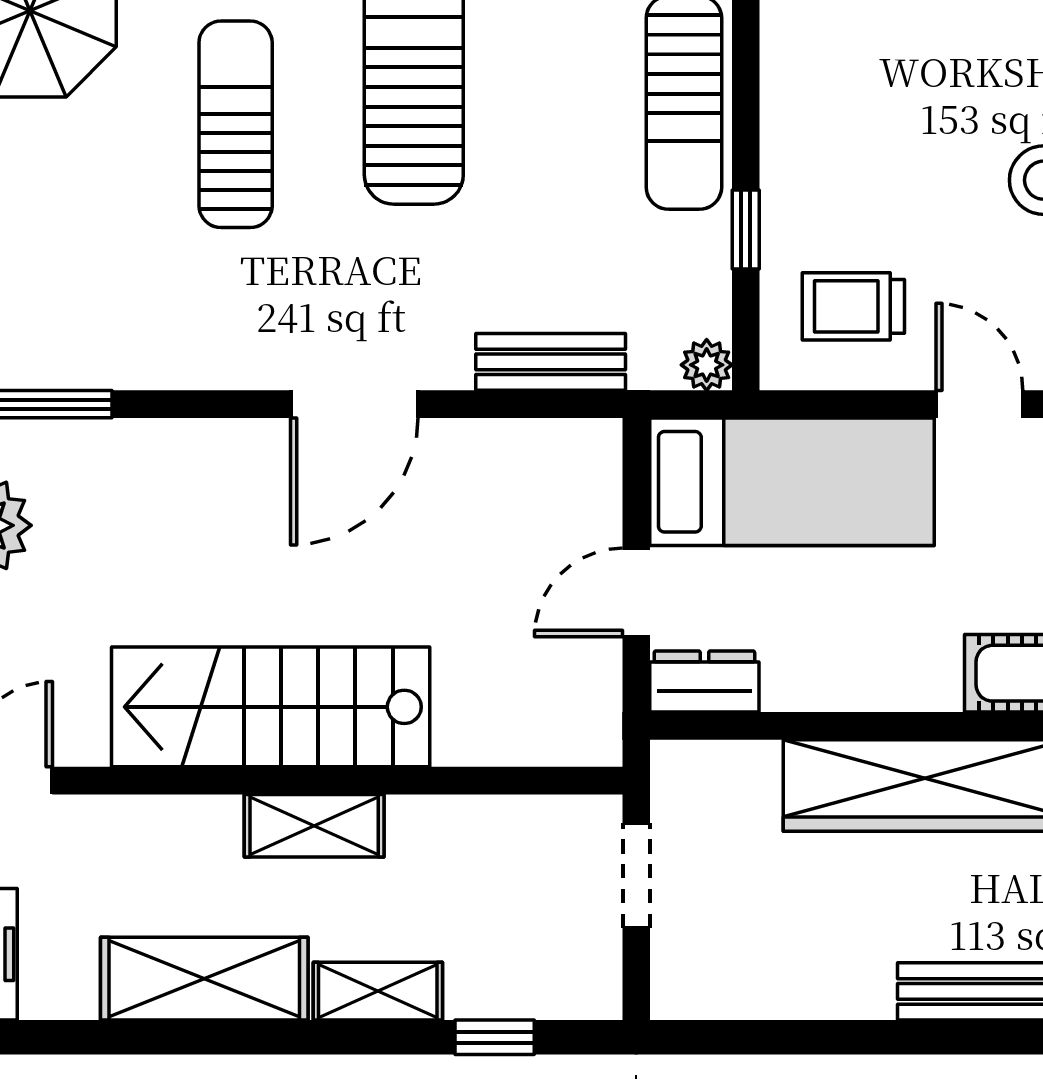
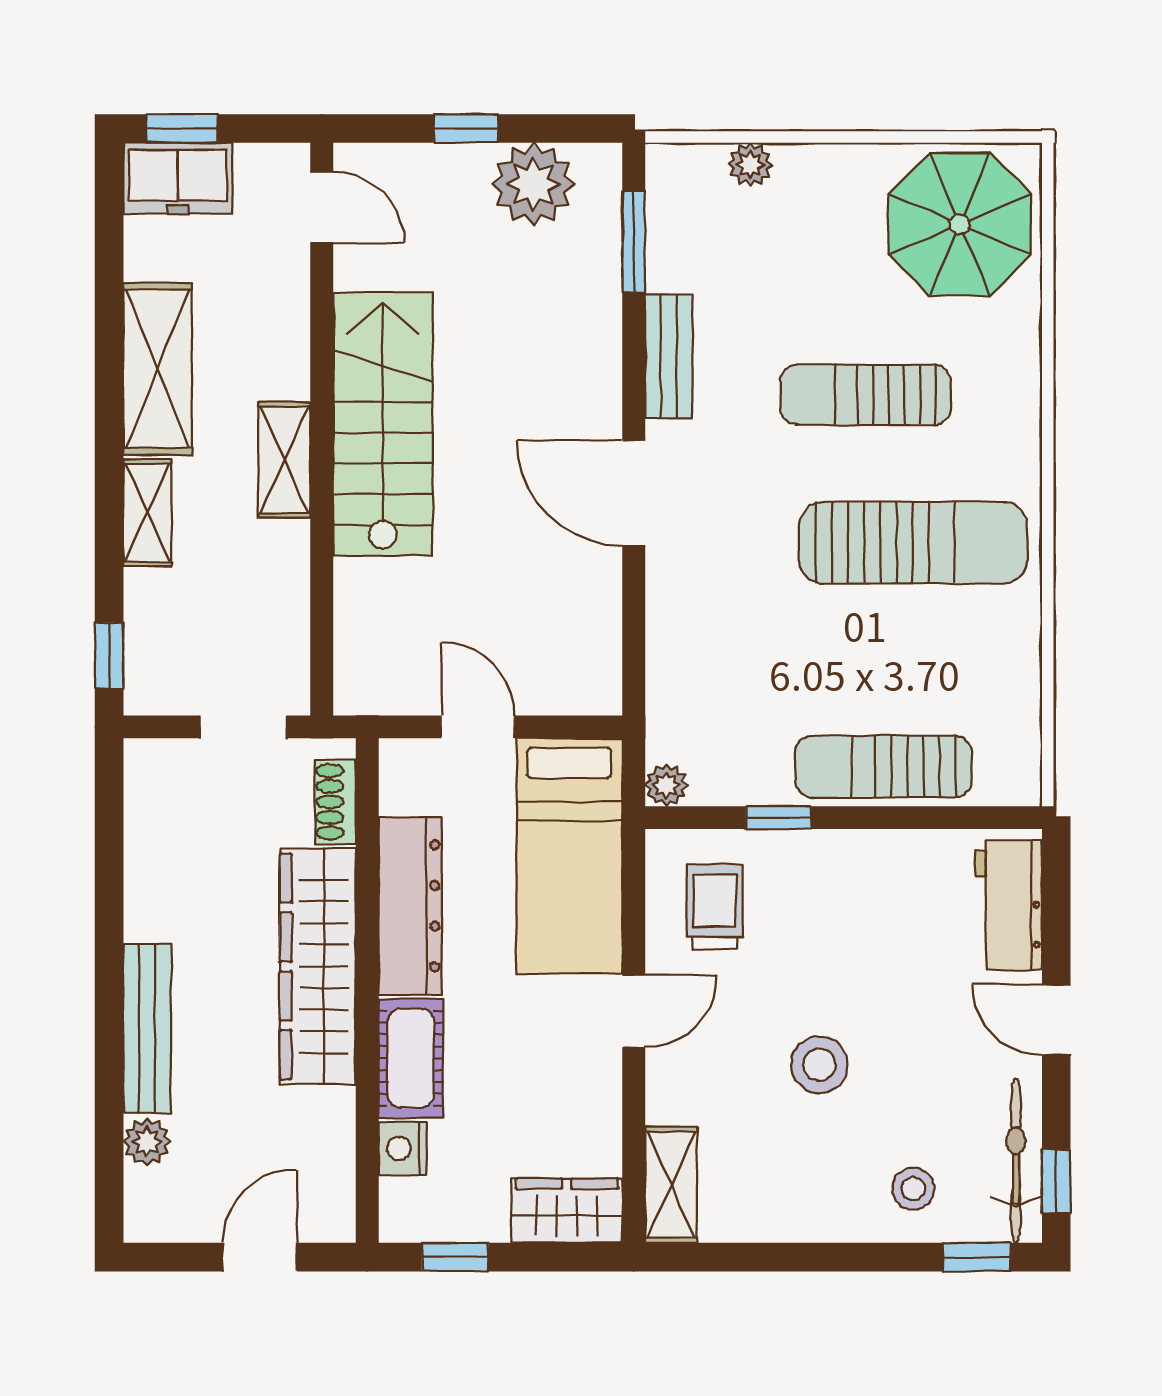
sun lounger: (236, 124) -> (866, 395), turned 180
bench: (551, 362) -> (669, 356), moved
dresser: (704, 682) -> (410, 906), moved, width x1.96, depth x1.24
shoe rack: (727, 764) -> (335, 802), added
window: (495, 1037) -> (109, 656), moved

